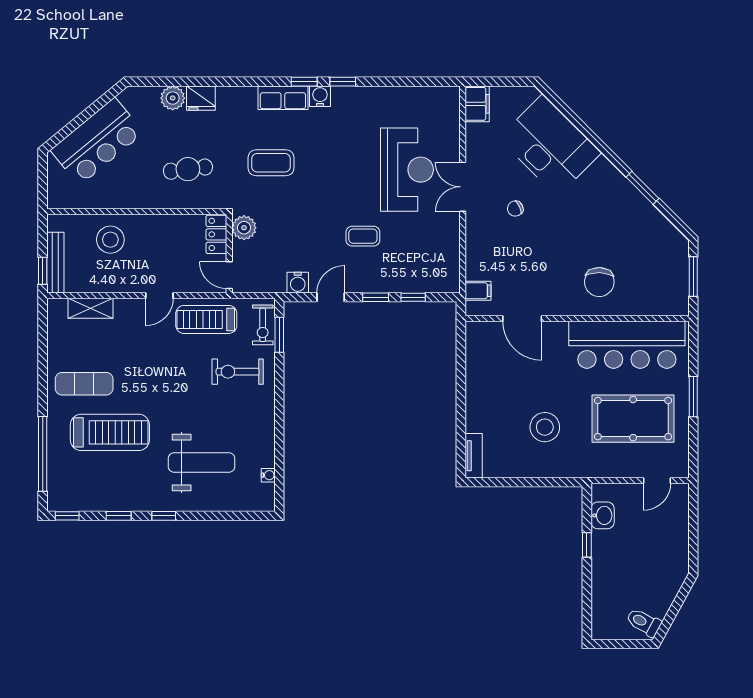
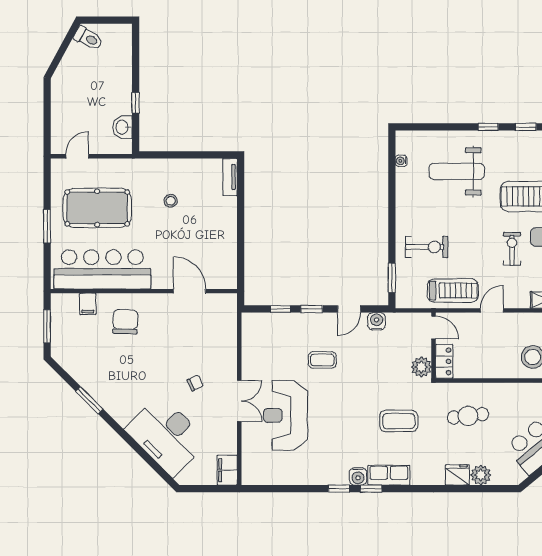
filing cabinet: (478, 291) -> (88, 304), moved, turned -90
exercise bike: (263, 325) -> (512, 249), moved
stool: (545, 427) -> (171, 201), width x0.53, depth x0.53

